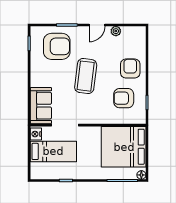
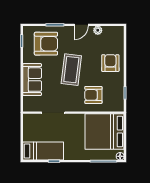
armchair: (124, 98) -> (93, 95), moved
sofa: (41, 106) -> (32, 80), moved
nightstand: (36, 134) -> (28, 120), removed
bed: (53, 151) -> (43, 151), moved

